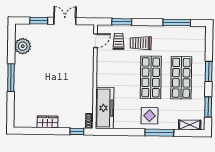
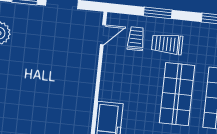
window: (122, 22) -> (158, 13), moved

